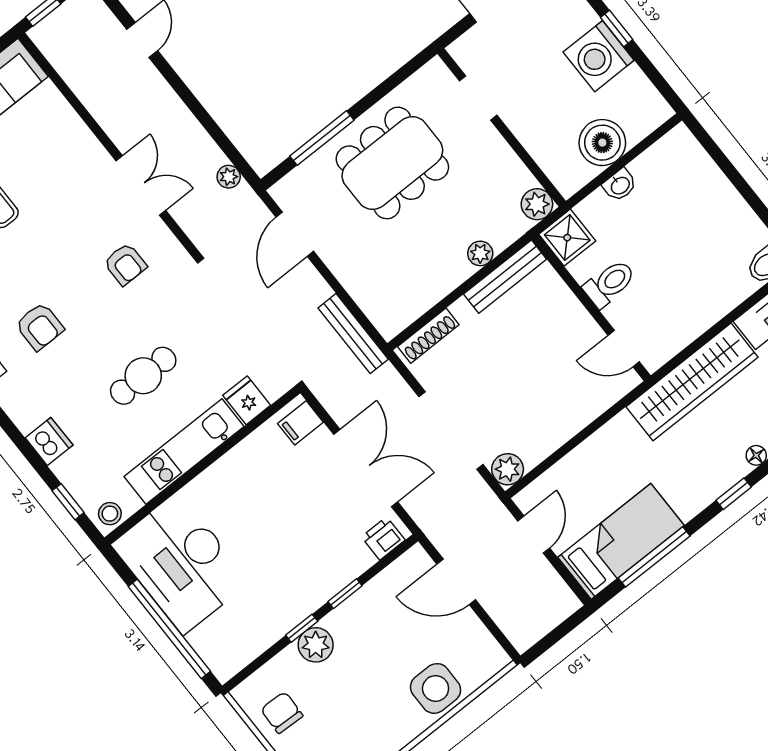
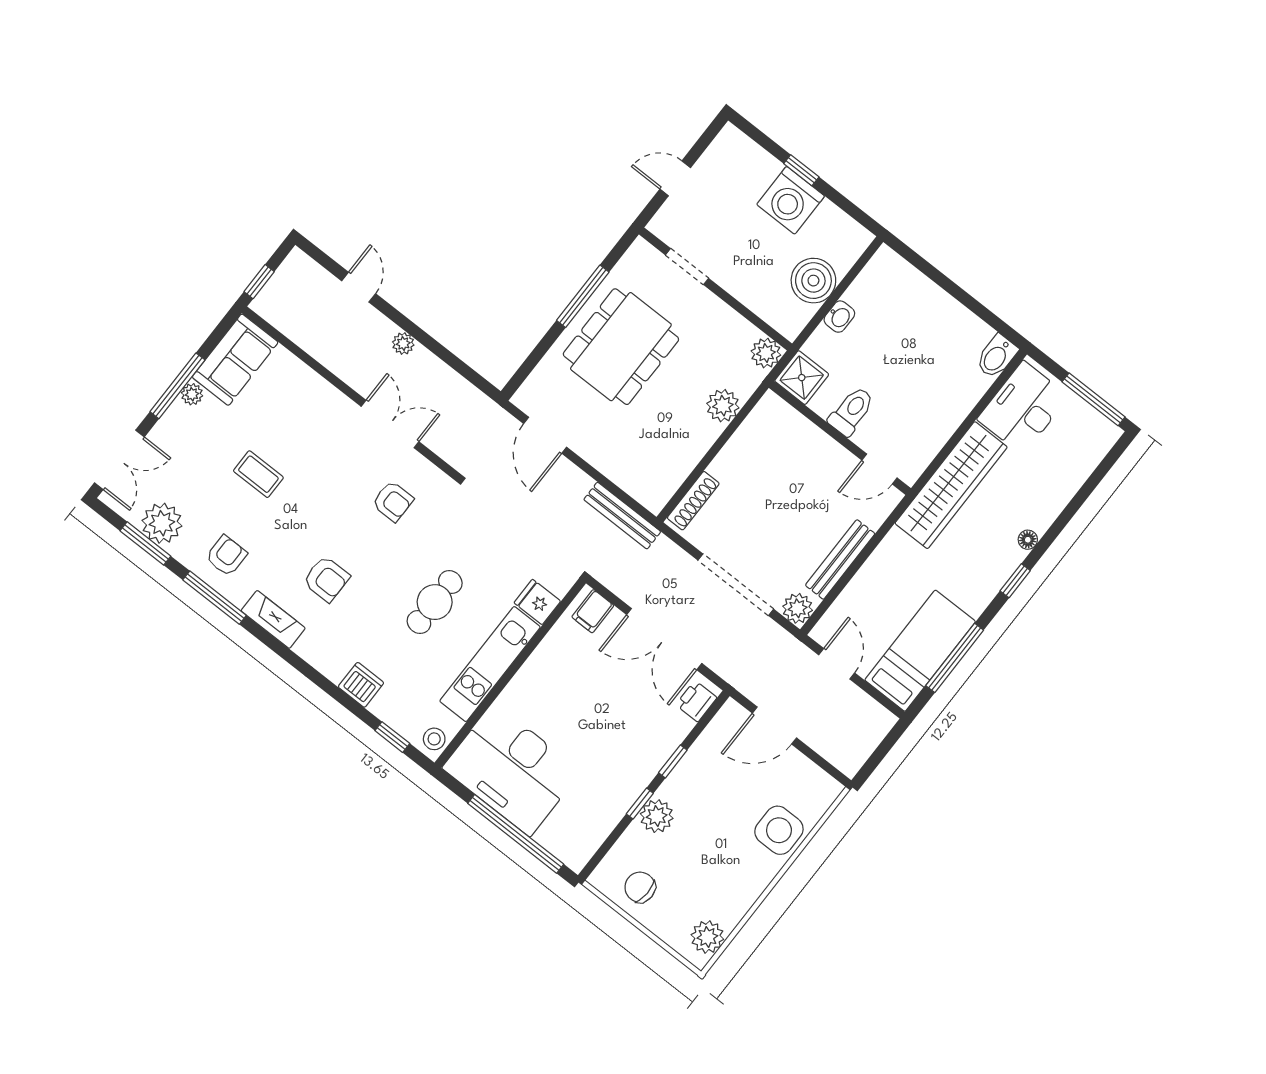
window: (322, 138) -> (583, 296), moved
plant: (229, 177) -> (403, 344), moved
plant: (480, 253) -> (723, 406), width x1.38, depth x1.38
bench: (505, 277) -> (840, 559), moved
double door: (366, 468) -> (664, 639), swing flipped

